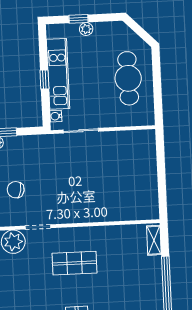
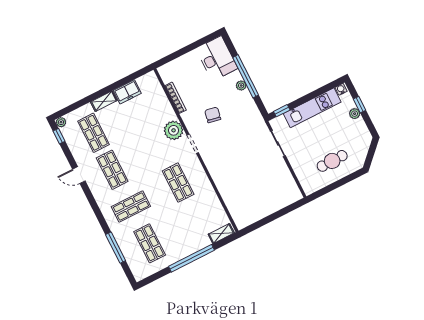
cafe table: (128, 78) -> (332, 161), width x0.73, depth x0.74
window: (44, 79) -> (282, 111), moved
water cooler: (56, 116) -> (341, 89), moved

